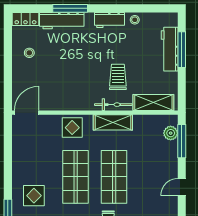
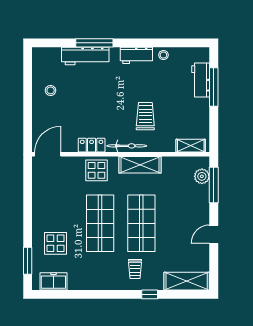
locker: (25, 19) -> (92, 145), moved, turned 180
workbench: (170, 49) -> (201, 80), width x0.73
shelving: (153, 102) -> (191, 146), width x0.67, depth x0.75
bicycle: (113, 105) -> (127, 146), moved

